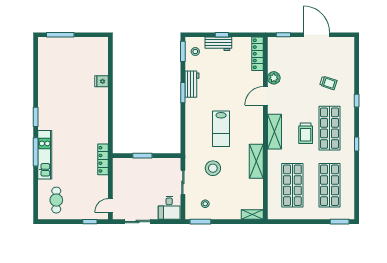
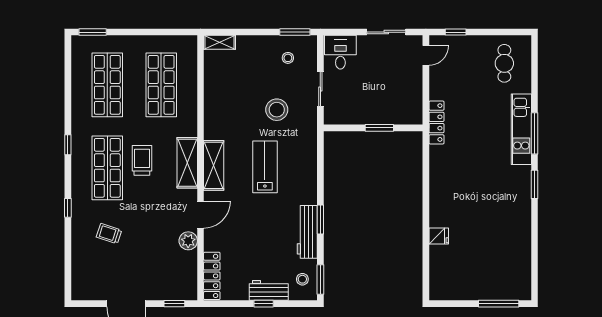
workbench: (192, 84) -> (307, 232), width x1.38
shelving: (256, 161) -> (214, 165), moved

